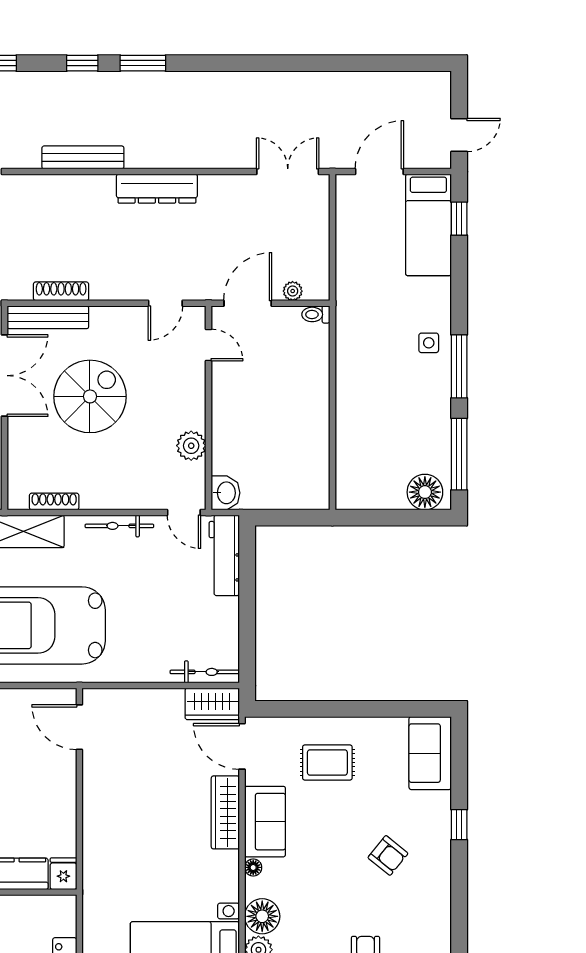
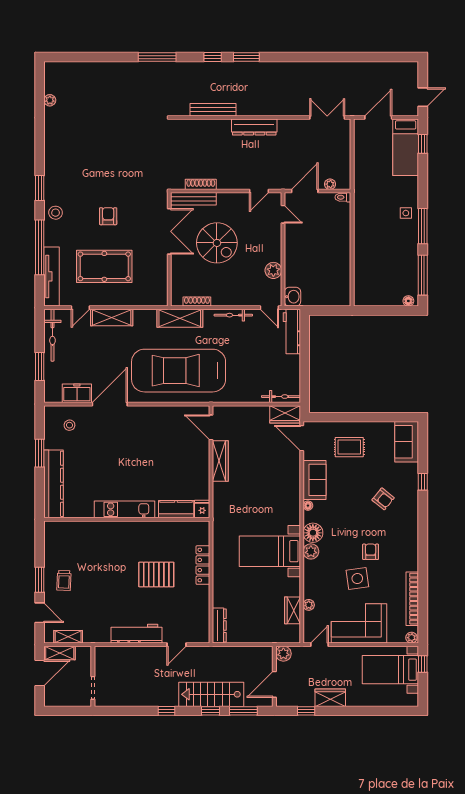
spiral stairs: (90, 396) -> (217, 243), turned 90
floor lamp: (425, 492) -> (408, 301), width x0.53, depth x0.53
wardrobe: (225, 812) -> (220, 461), moved, turned 180

